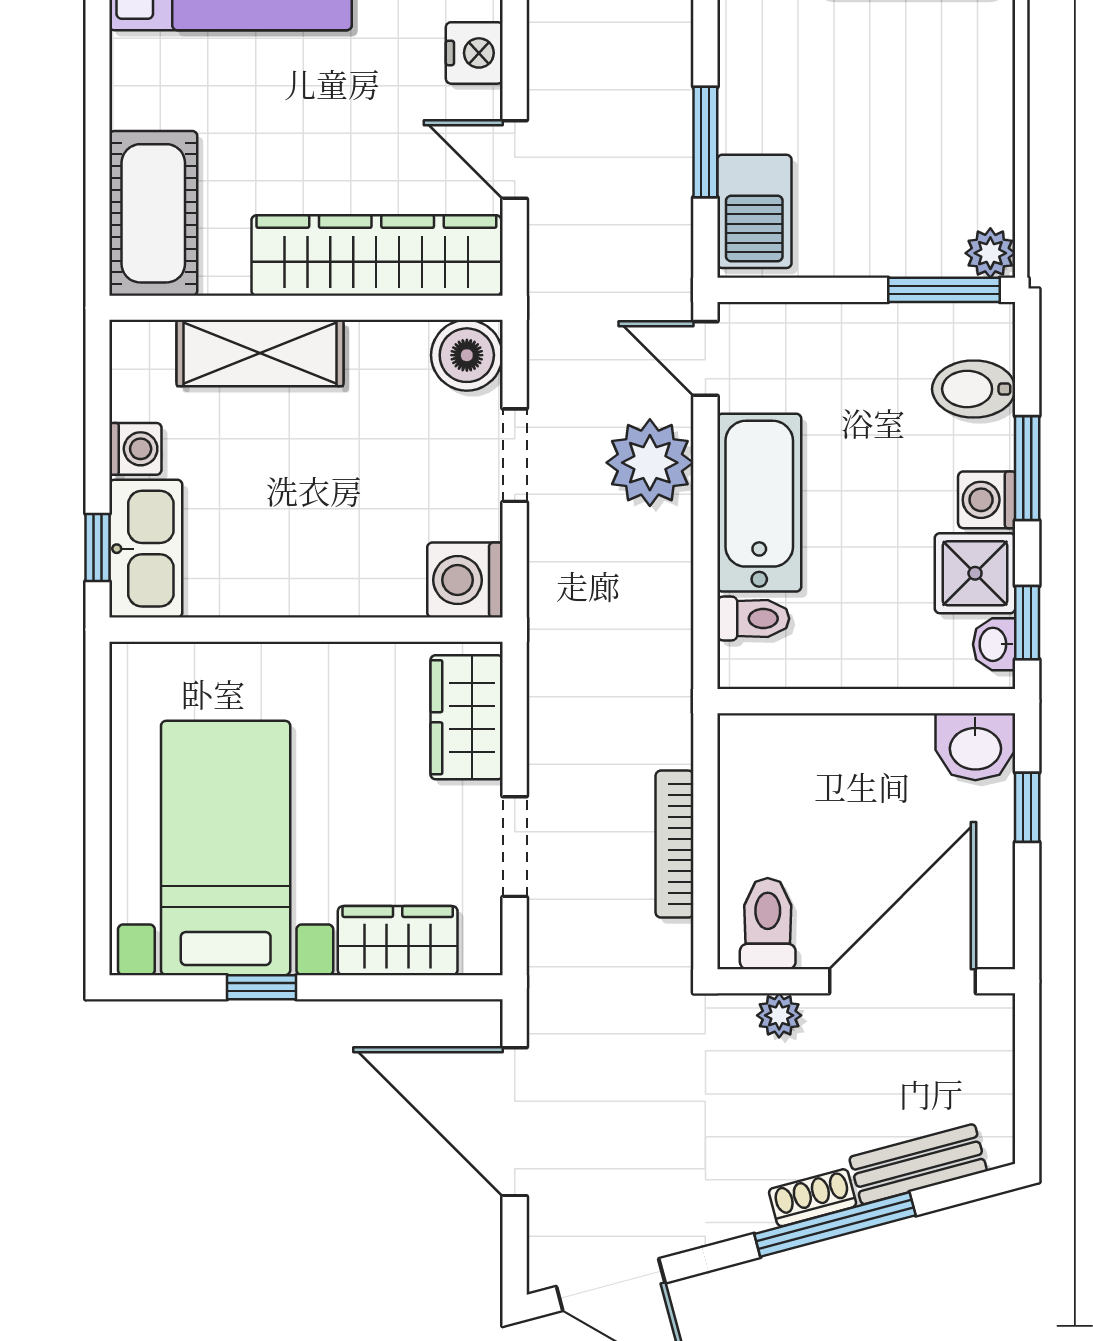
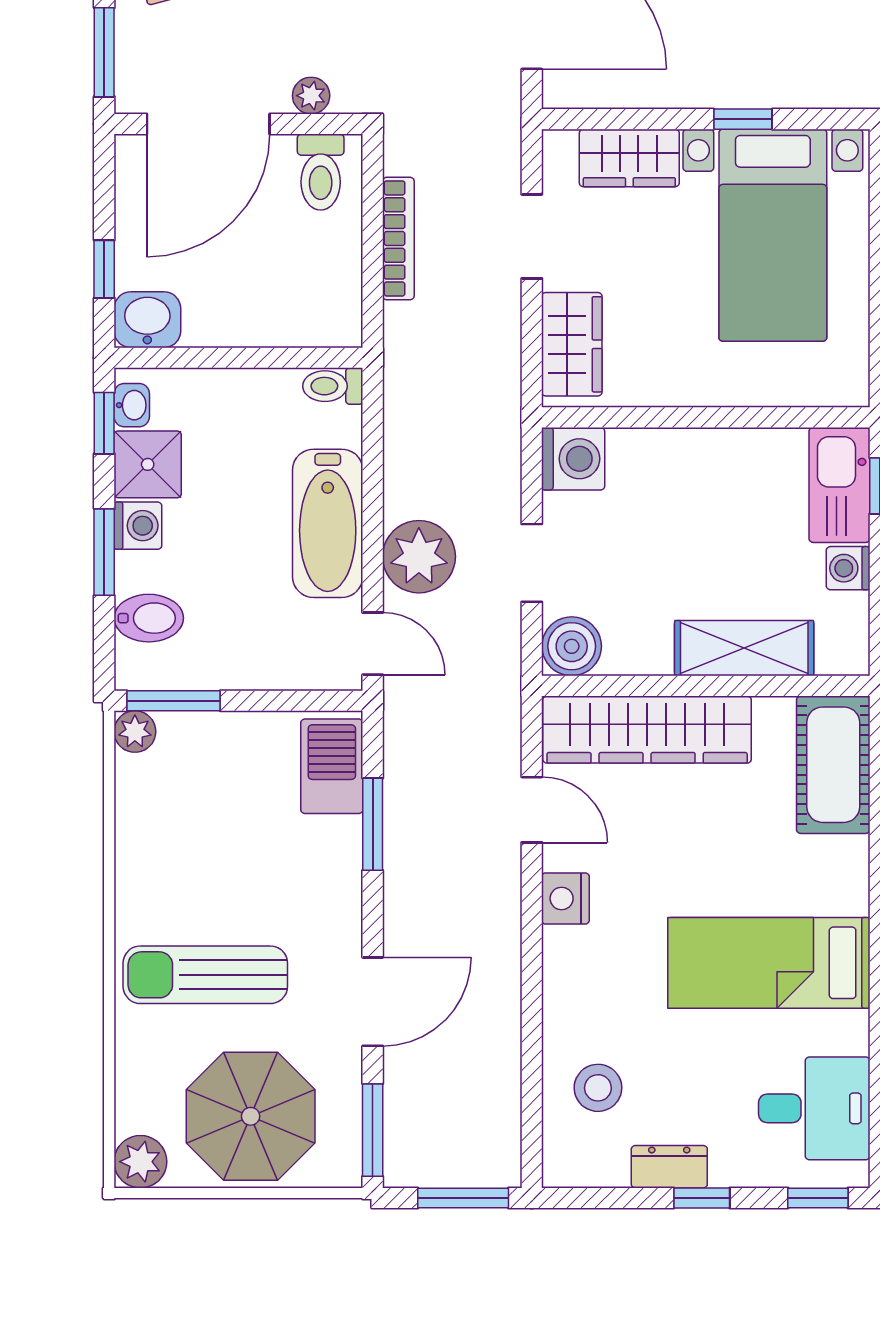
toilet: (753, 619) -> (333, 386), moved
window: (1027, 1067) -> (104, 52), added

